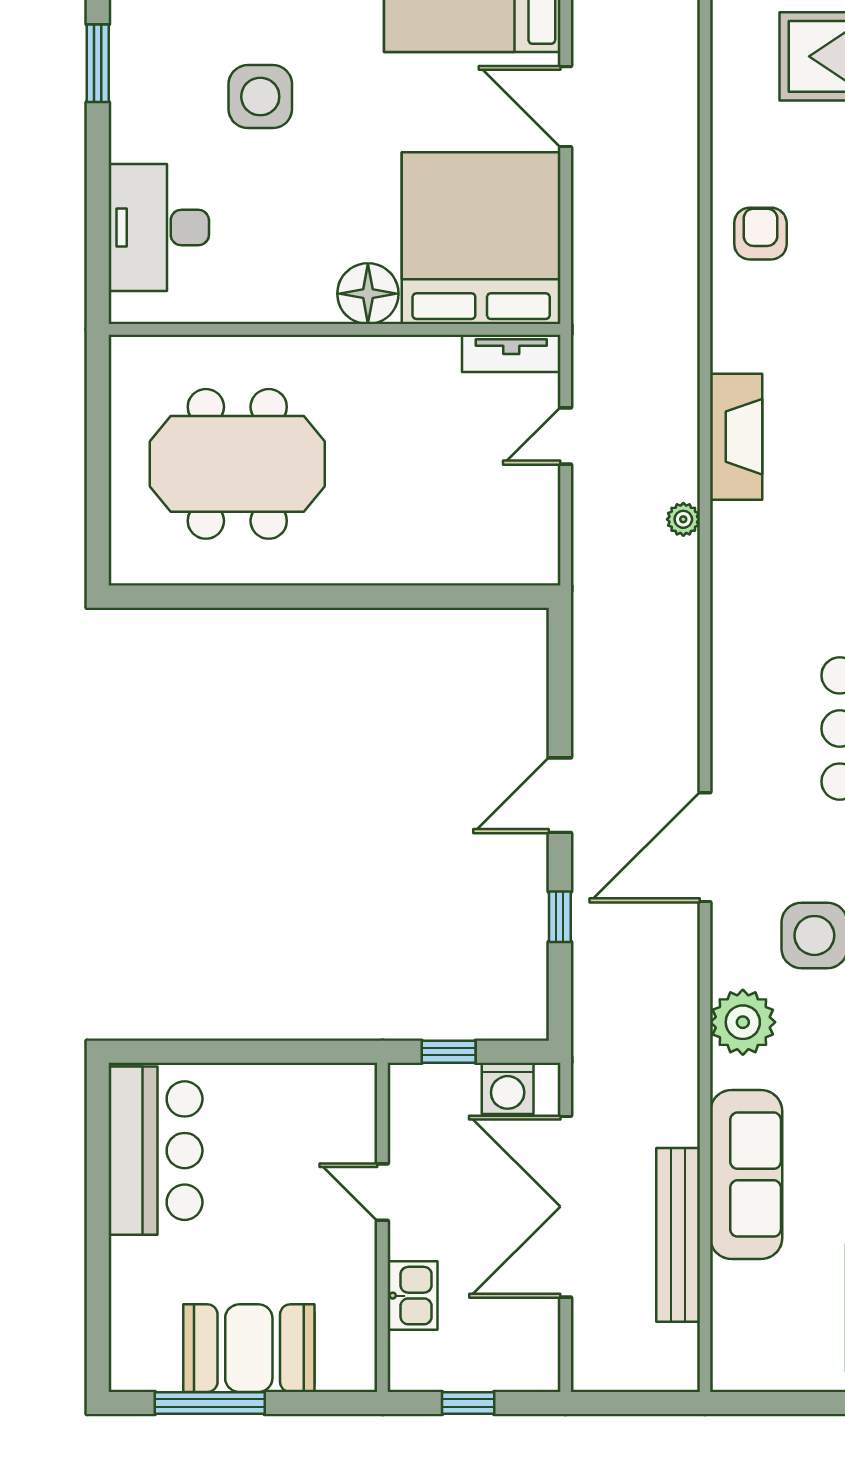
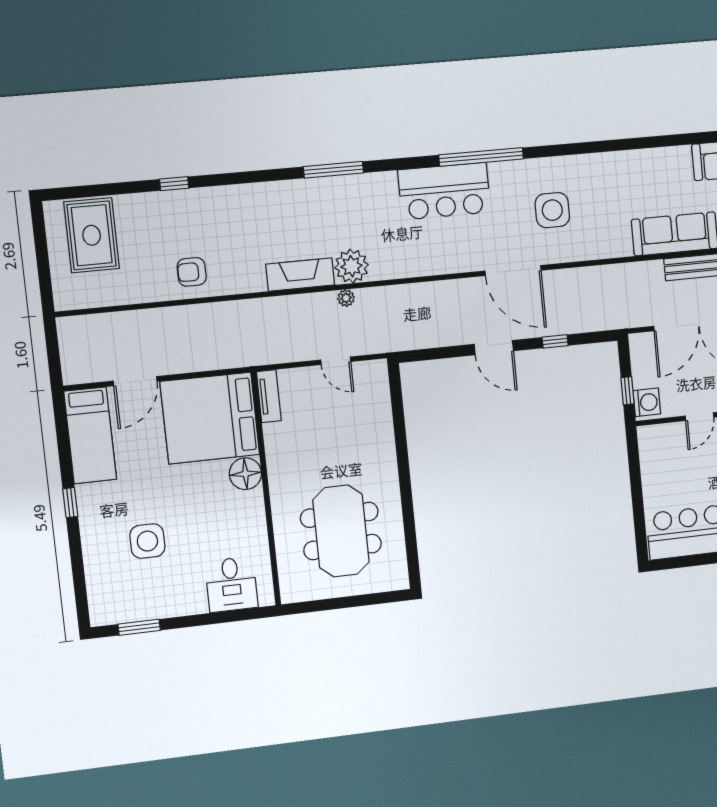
desk: (159, 228) -> (231, 584), width x0.73
door: (566, 436) -> (336, 361), moved
plant: (743, 1022) -> (352, 266), moved
washing machine: (508, 1088) -> (647, 402), moved

